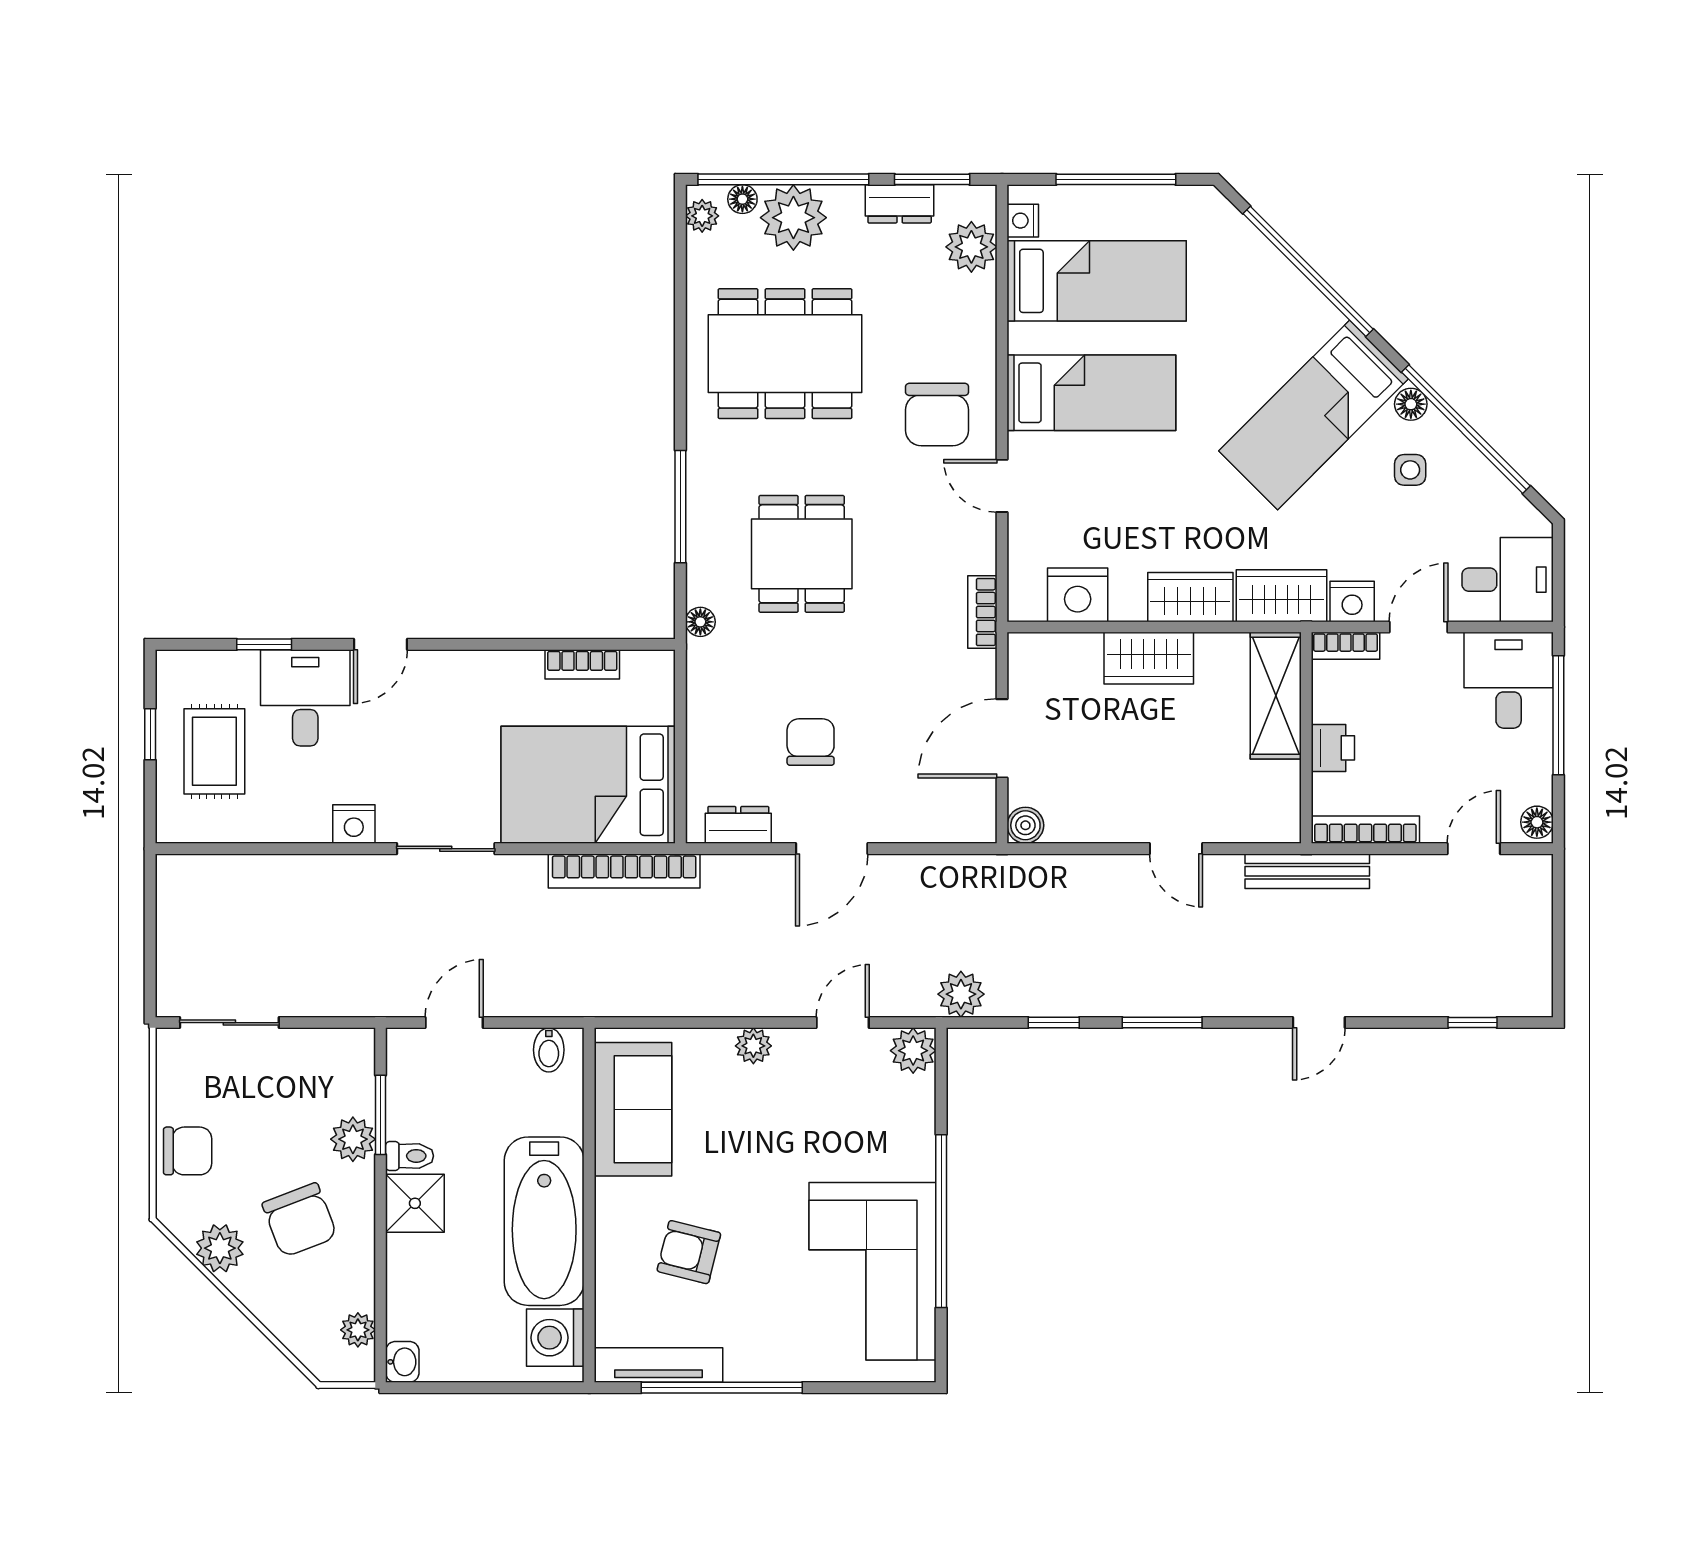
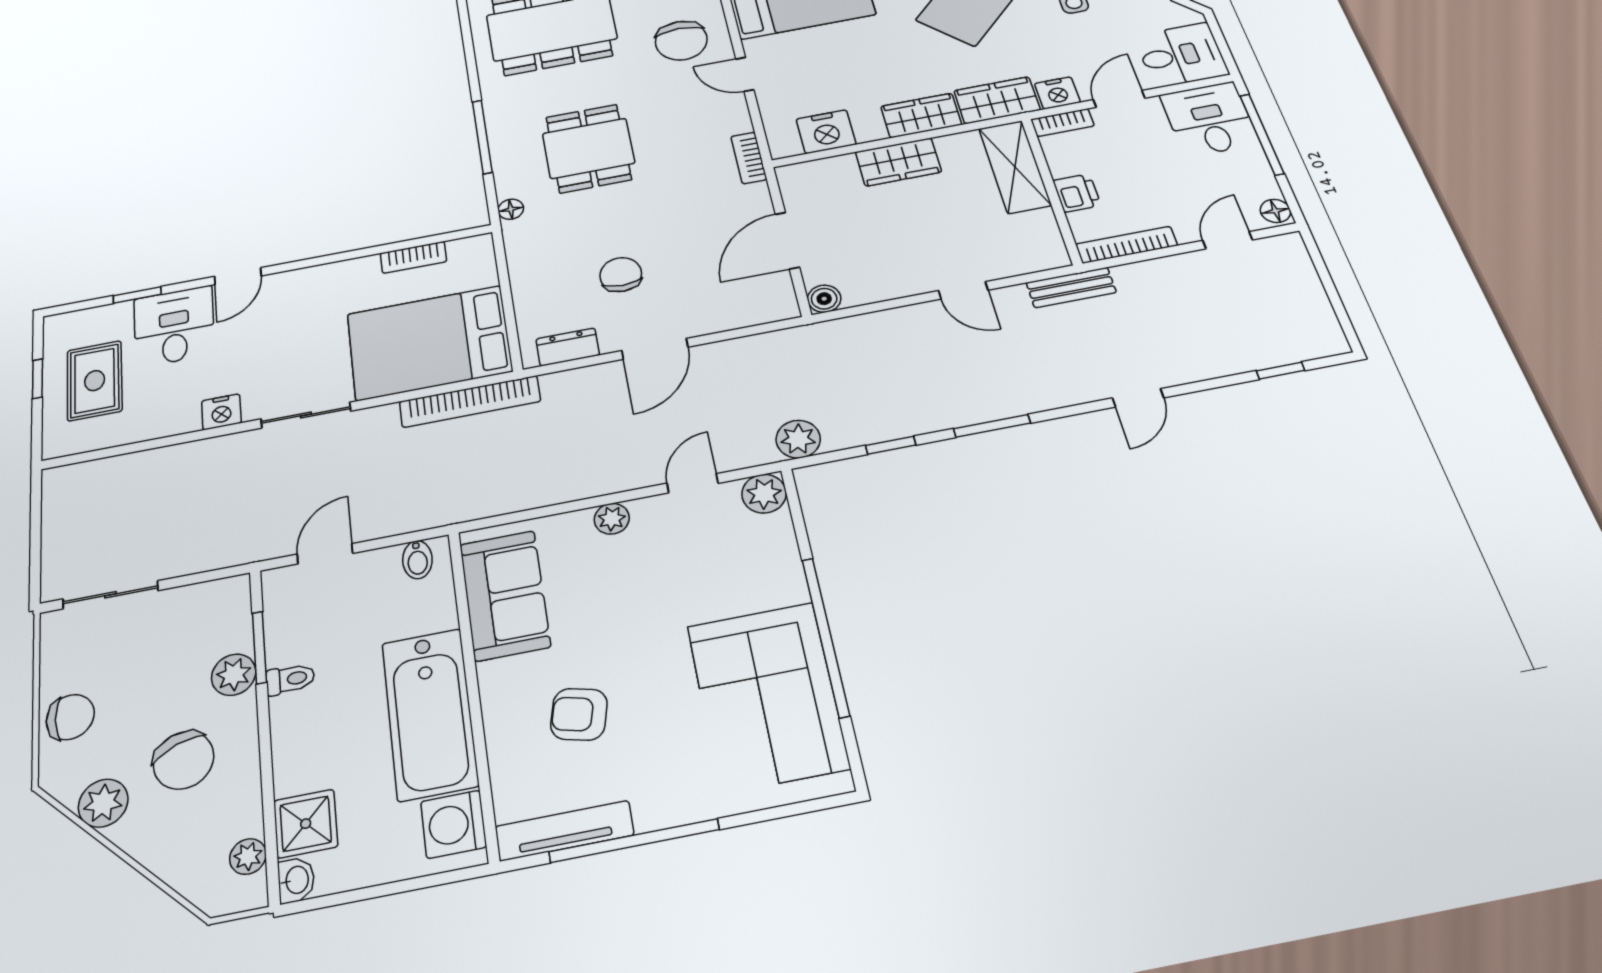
bench: (1307, 871) -> (1071, 287), width x0.73
shower: (415, 1203) -> (306, 824), moved

